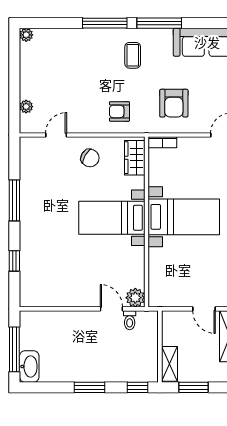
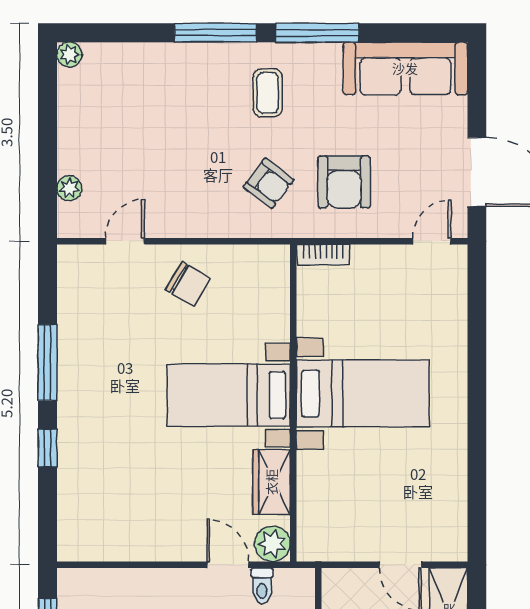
armchair: (119, 111) -> (269, 183), moved, turned -143
wardrobe: (135, 158) -> (271, 482), moved
window: (14, 261) -> (48, 448), moved

